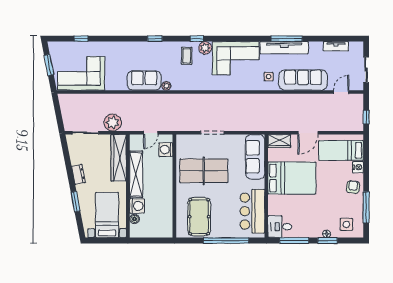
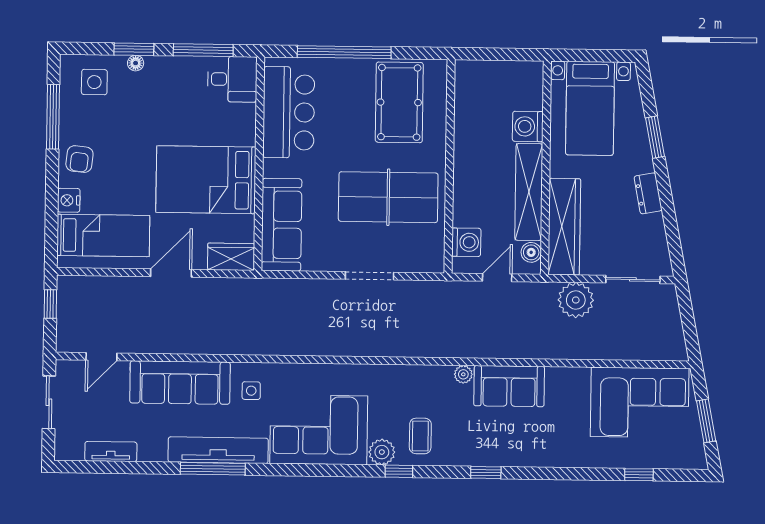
boiler: (134, 219) -> (531, 252), moved

